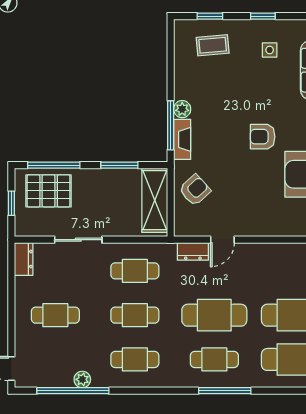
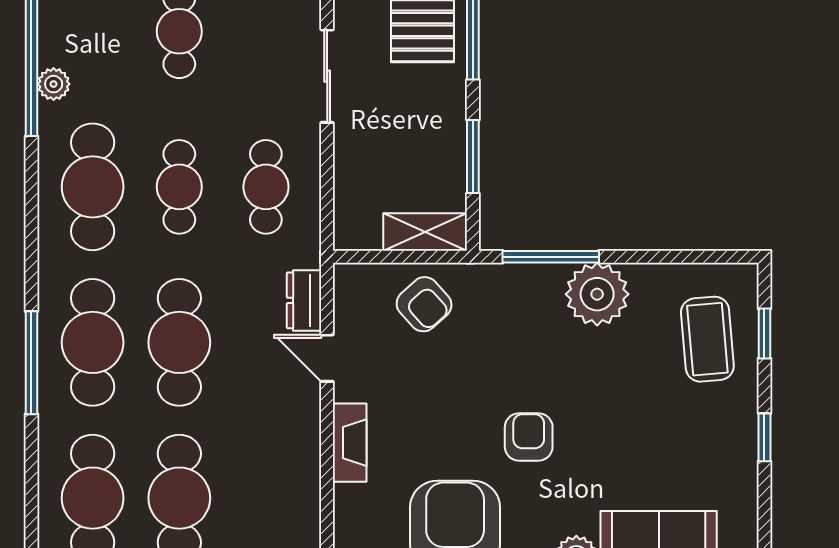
coffee table: (213, 45) -> (707, 339), width x1.36, depth x1.30
side table: (270, 50) -> (698, 451), removed
plant: (182, 109) -> (597, 294), width x1.88, depth x1.88
fireplace: (182, 139) -> (350, 443), moved, turned -90
shelving: (155, 200) -> (425, 232), width x0.67, depth x0.75
cafe table: (135, 359) -> (93, 187), width x1.37, depth x1.35
cafe table: (214, 359) -> (93, 342), width x1.37, depth x1.35

